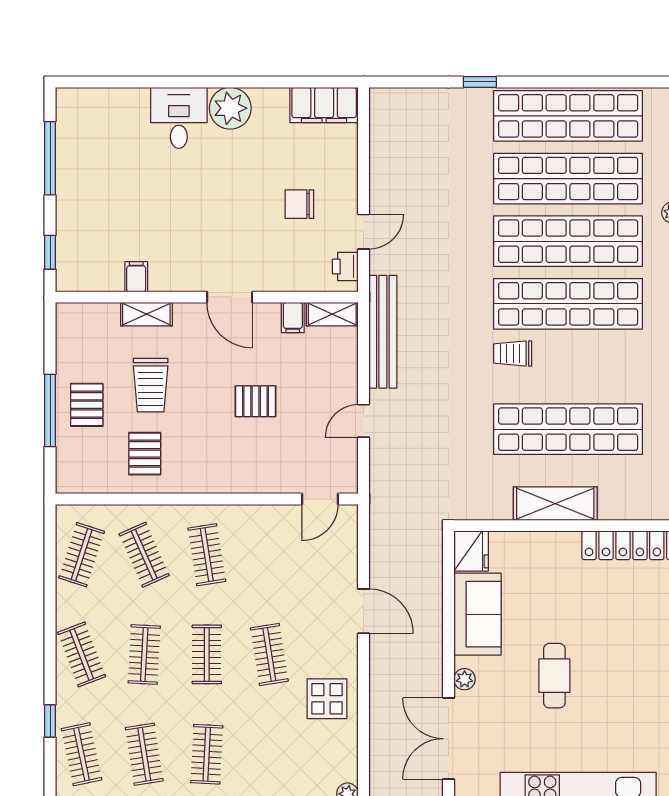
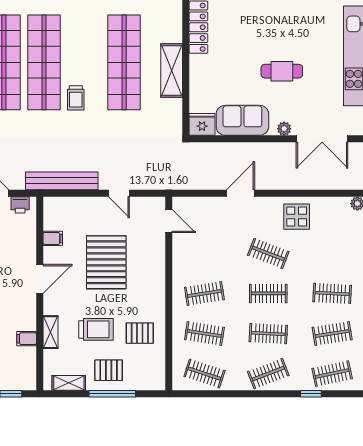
shelving: (332, 314) -> (69, 383), moved, turned 90
pallet: (256, 401) -> (106, 262), width x2.05, depth x2.00
clothes rail: (144, 555) -> (204, 334), turned 33
clothes rail: (269, 654) -> (268, 253), turned 30

